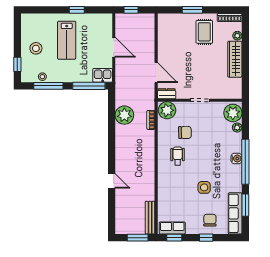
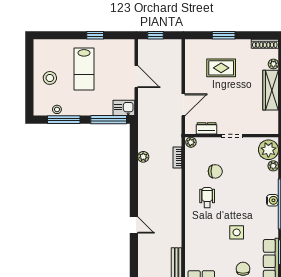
rug: (204, 32) -> (221, 68), moved, turned 90
window: (17, 64) -> (29, 96), removed
door: (156, 73) -> (183, 105), hinge flipped
dresser: (167, 94) -> (207, 128), moved
plant: (167, 110) -> (191, 142), width x0.53, depth x0.53
plant: (124, 115) -> (143, 157), width x0.53, depth x0.53

